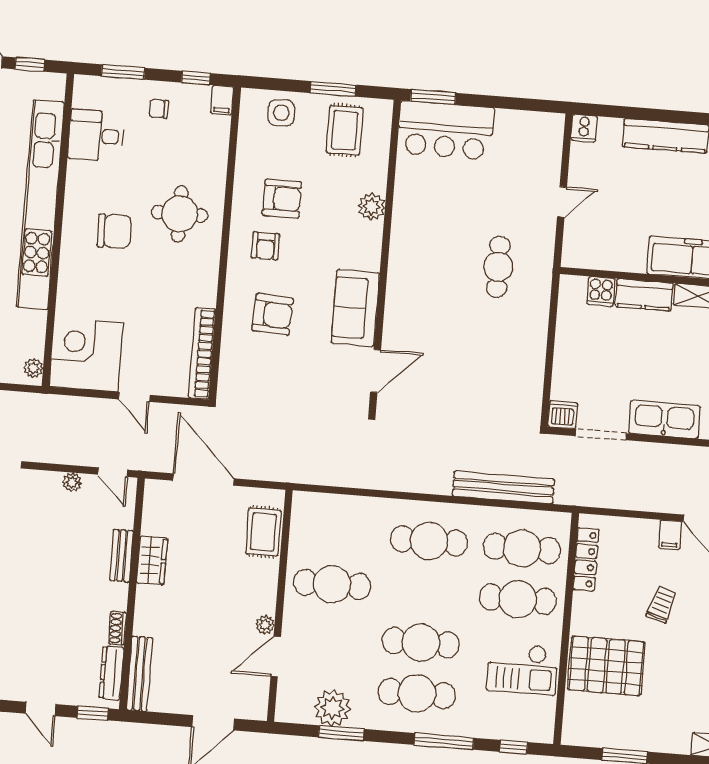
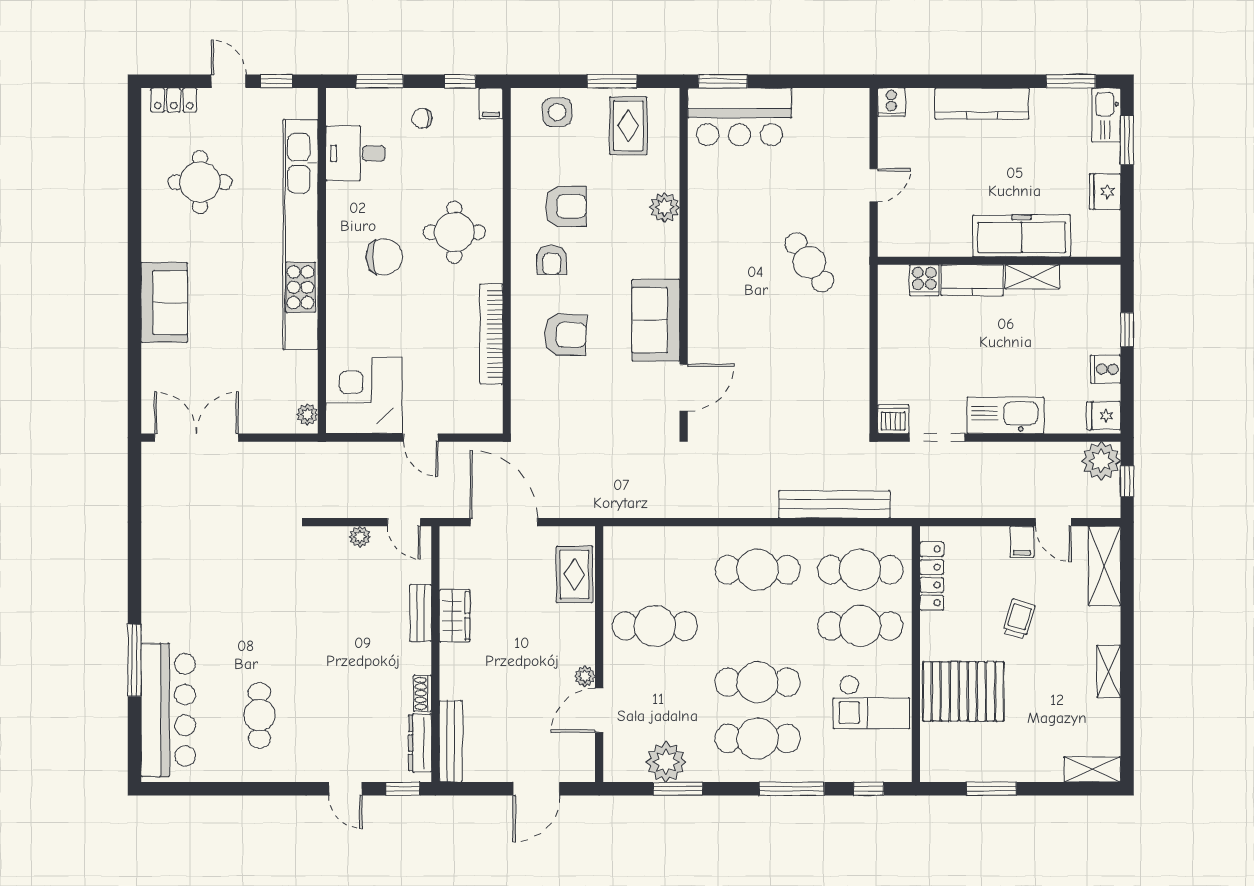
cafe table: (498, 267) -> (809, 262), turned -35
bookcase: (202, 353) -> (491, 334), moved

